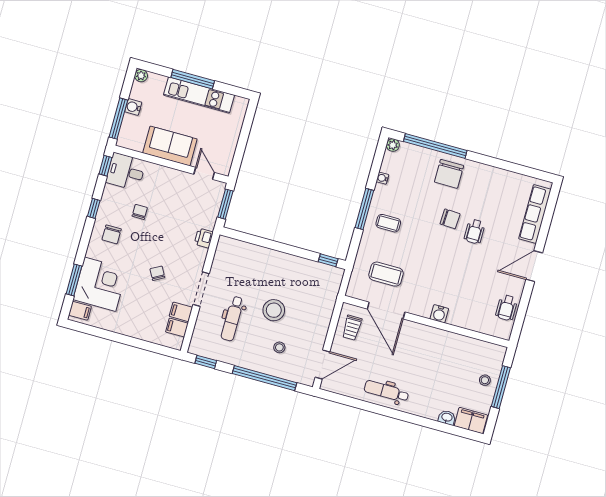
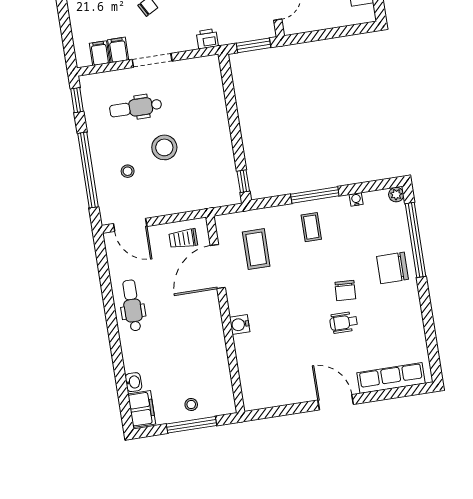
wheelchair: (507, 308) -> (278, 393), removed

